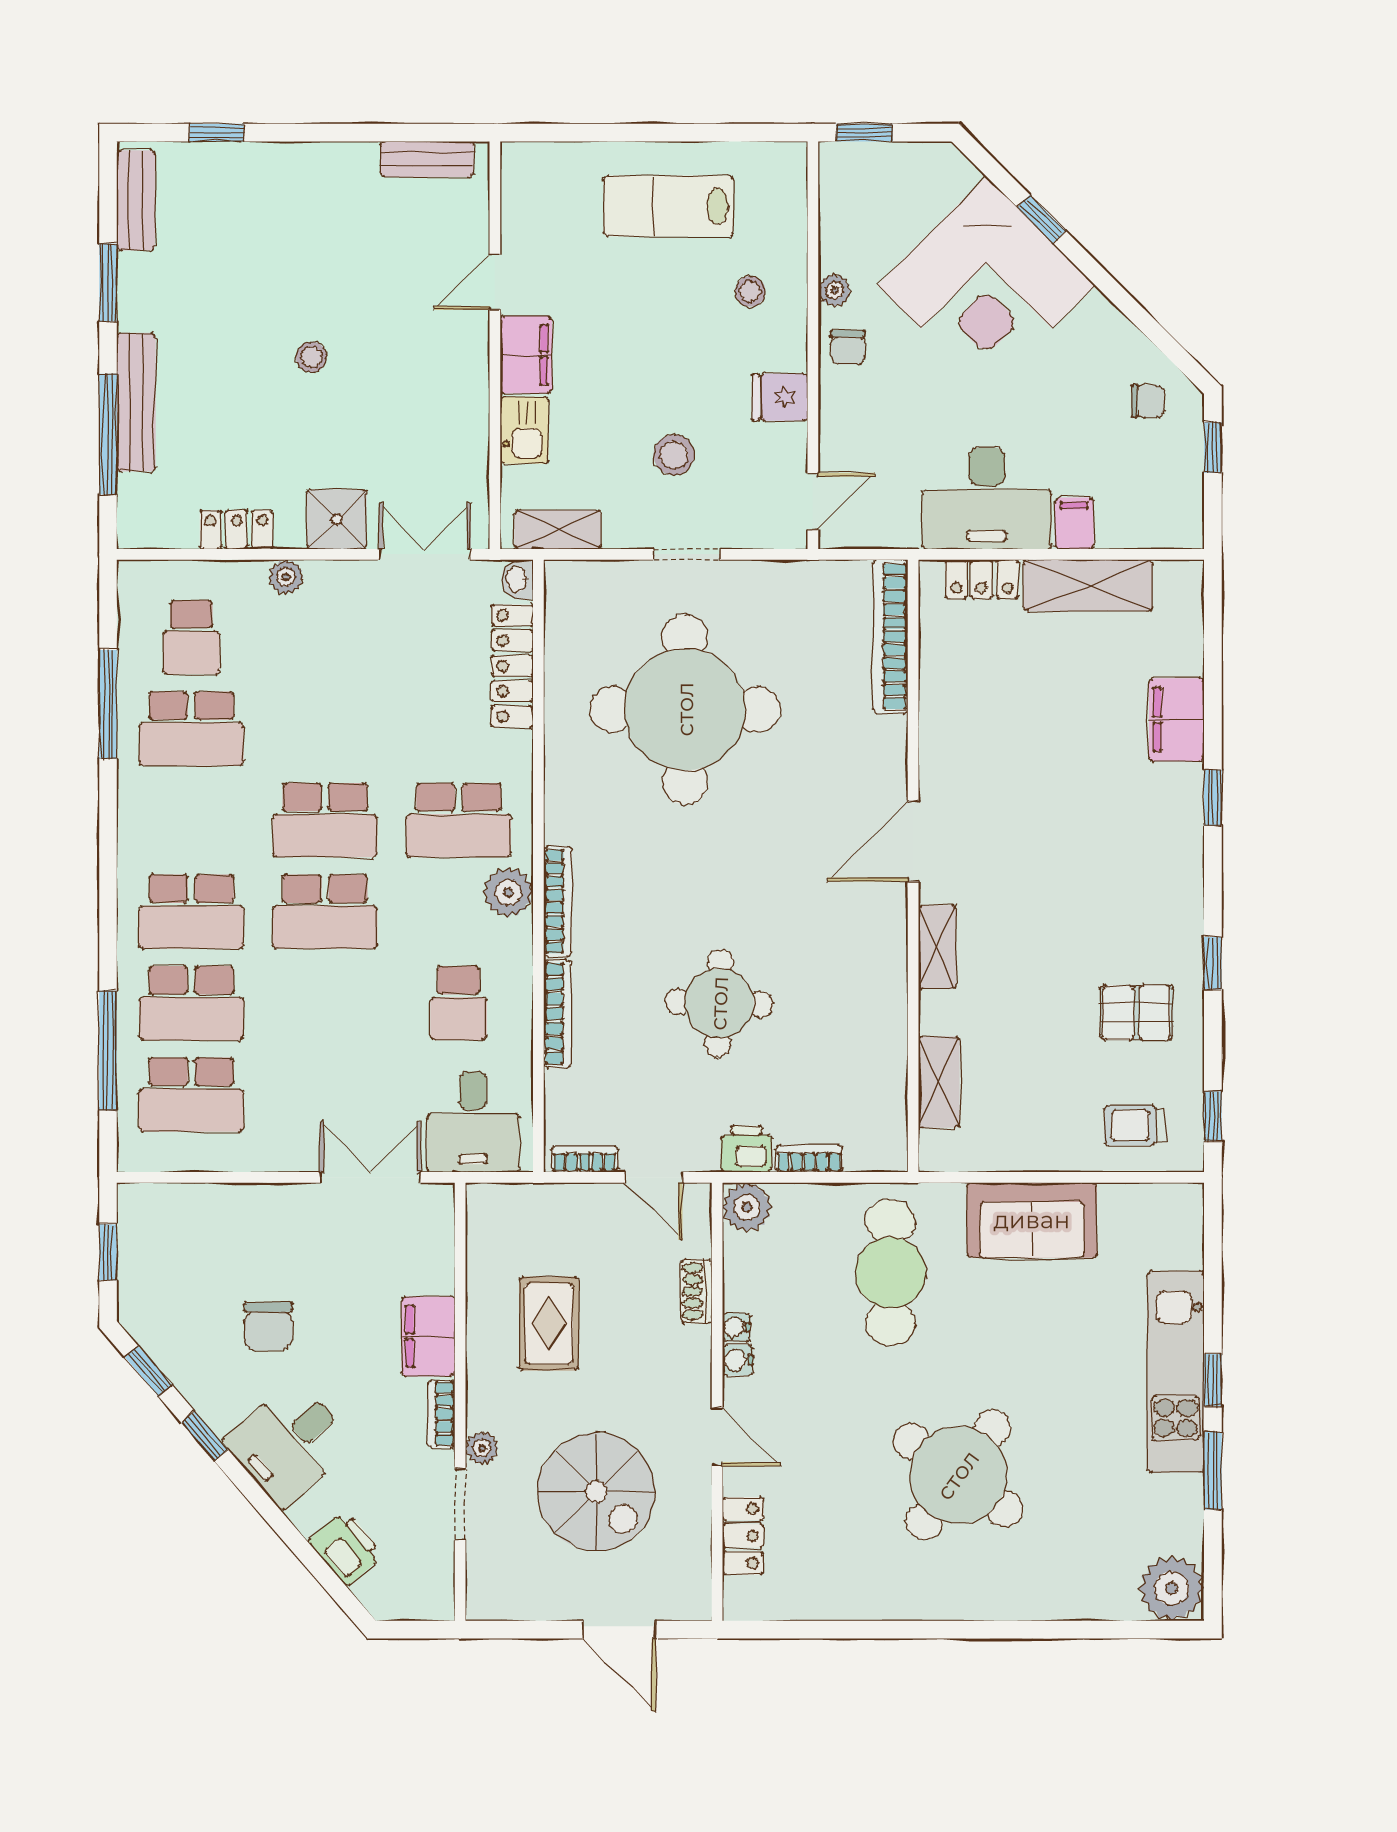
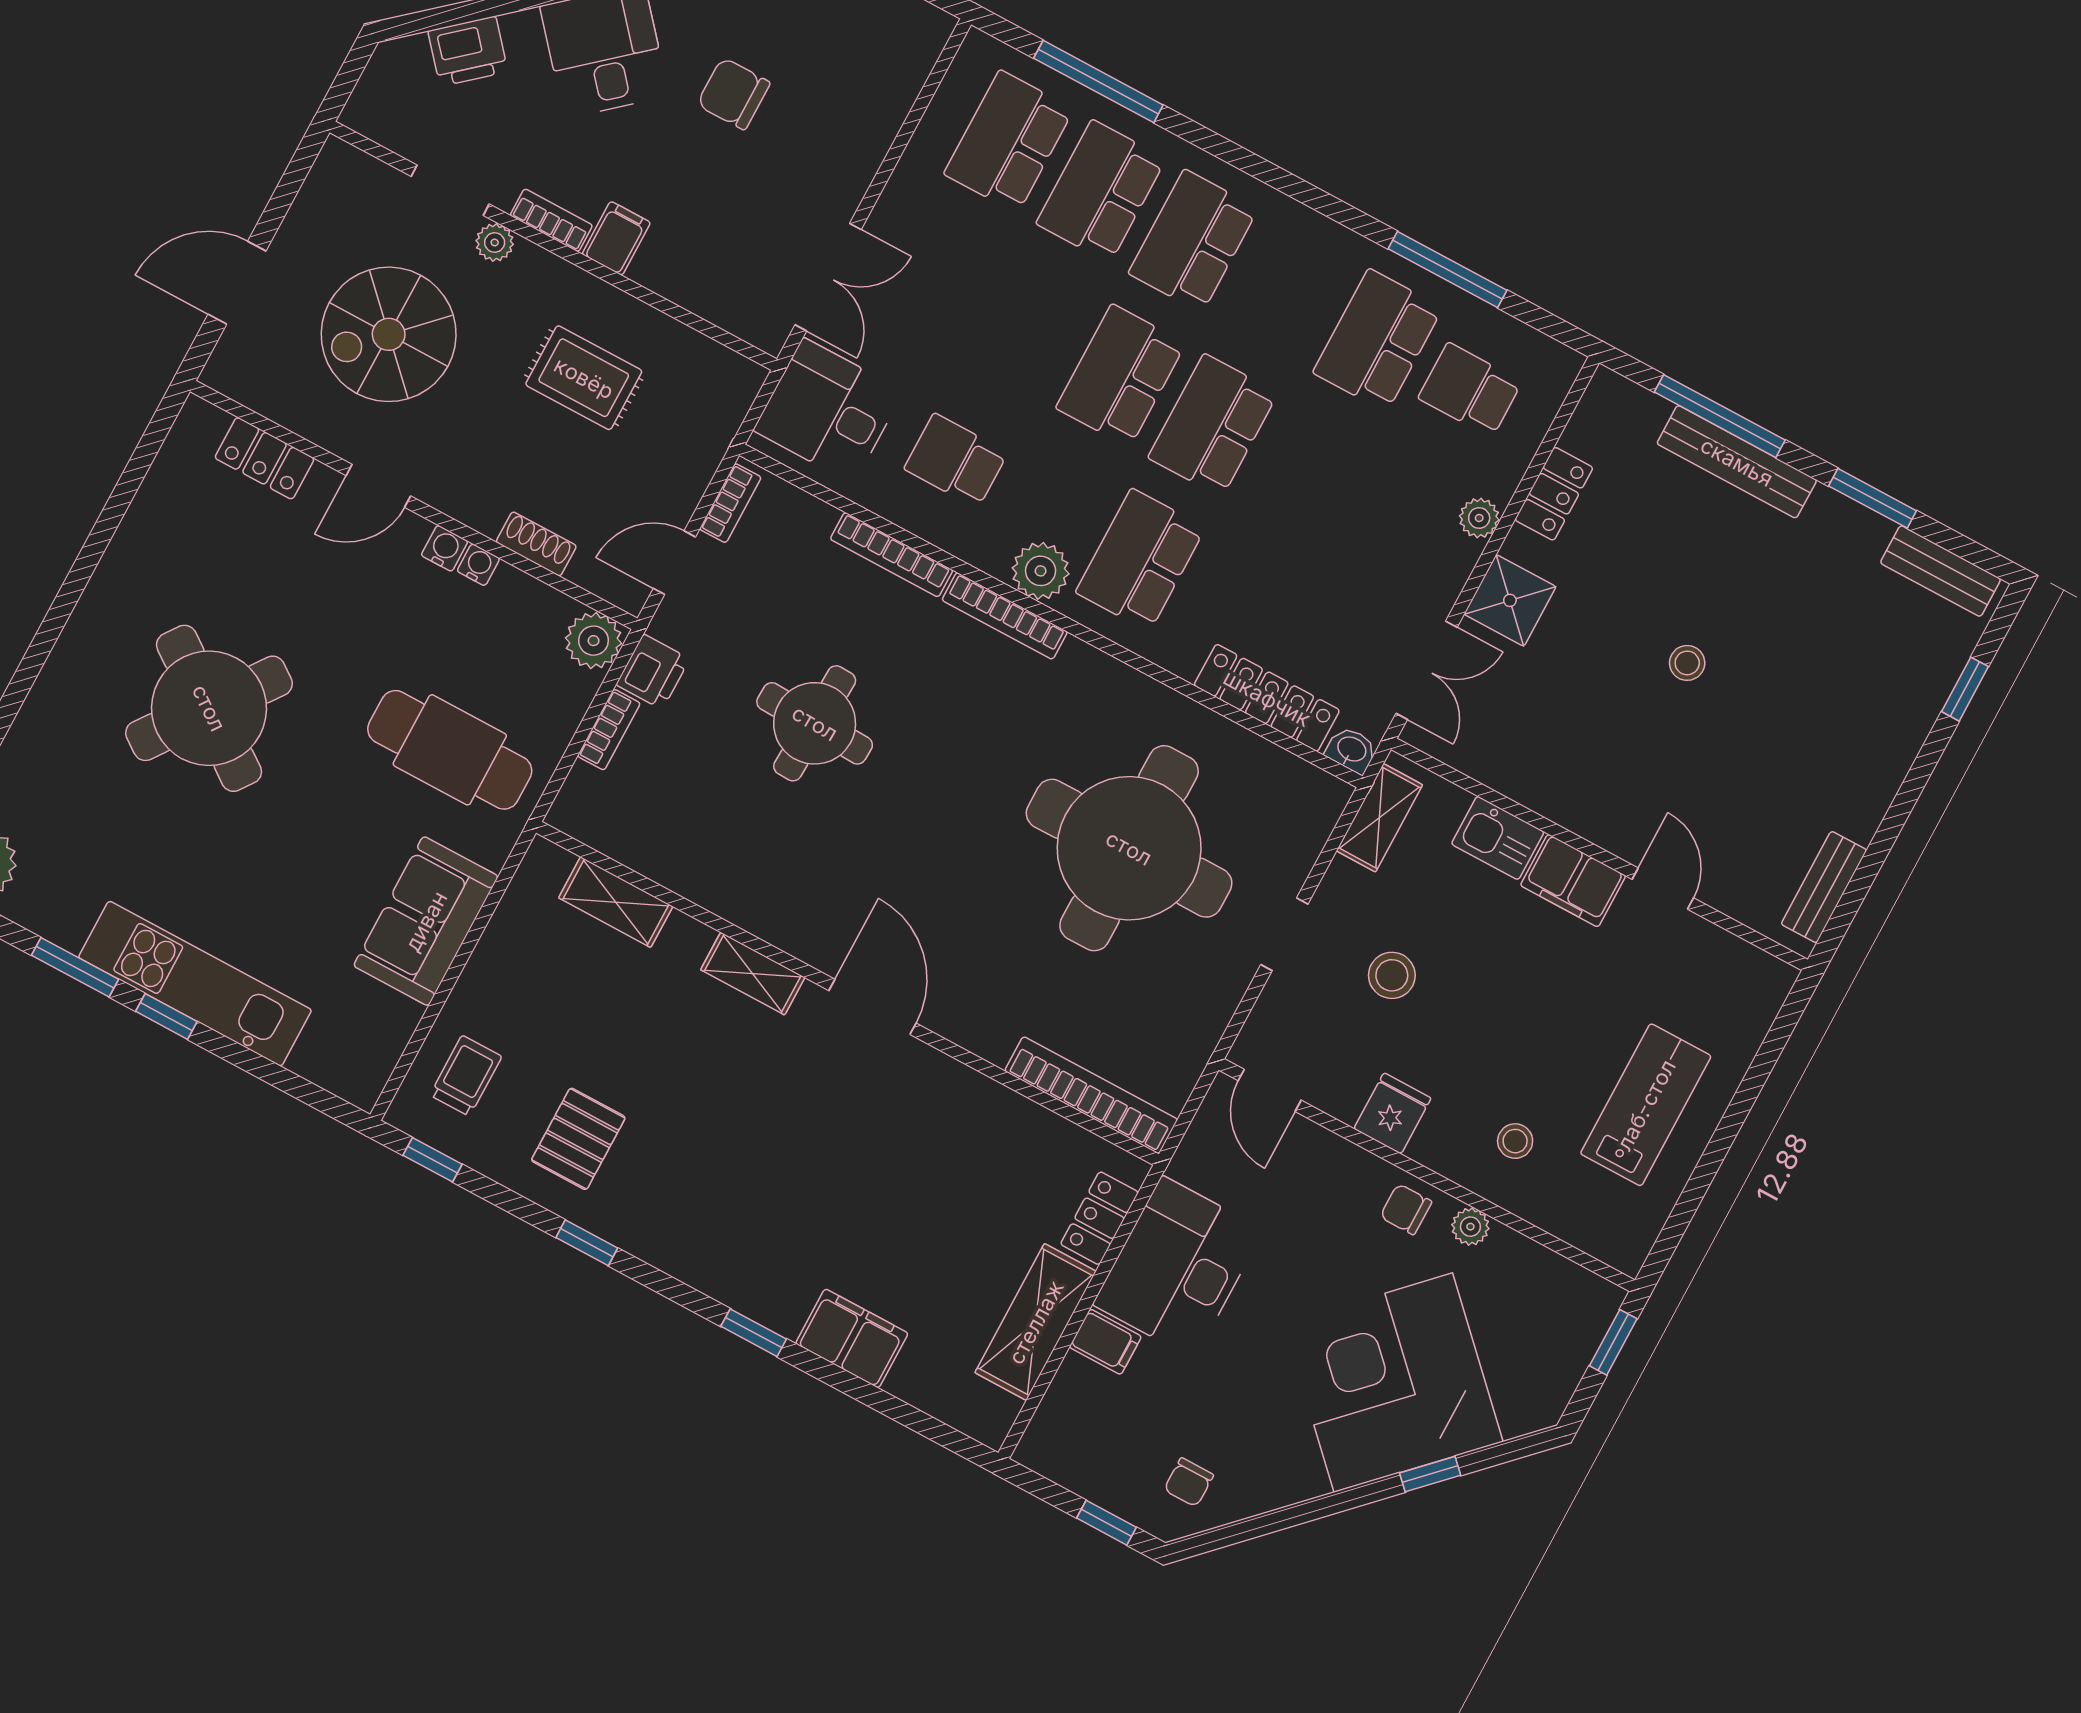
filing cabinet: (428, 1336) -> (616, 238), width x0.50

